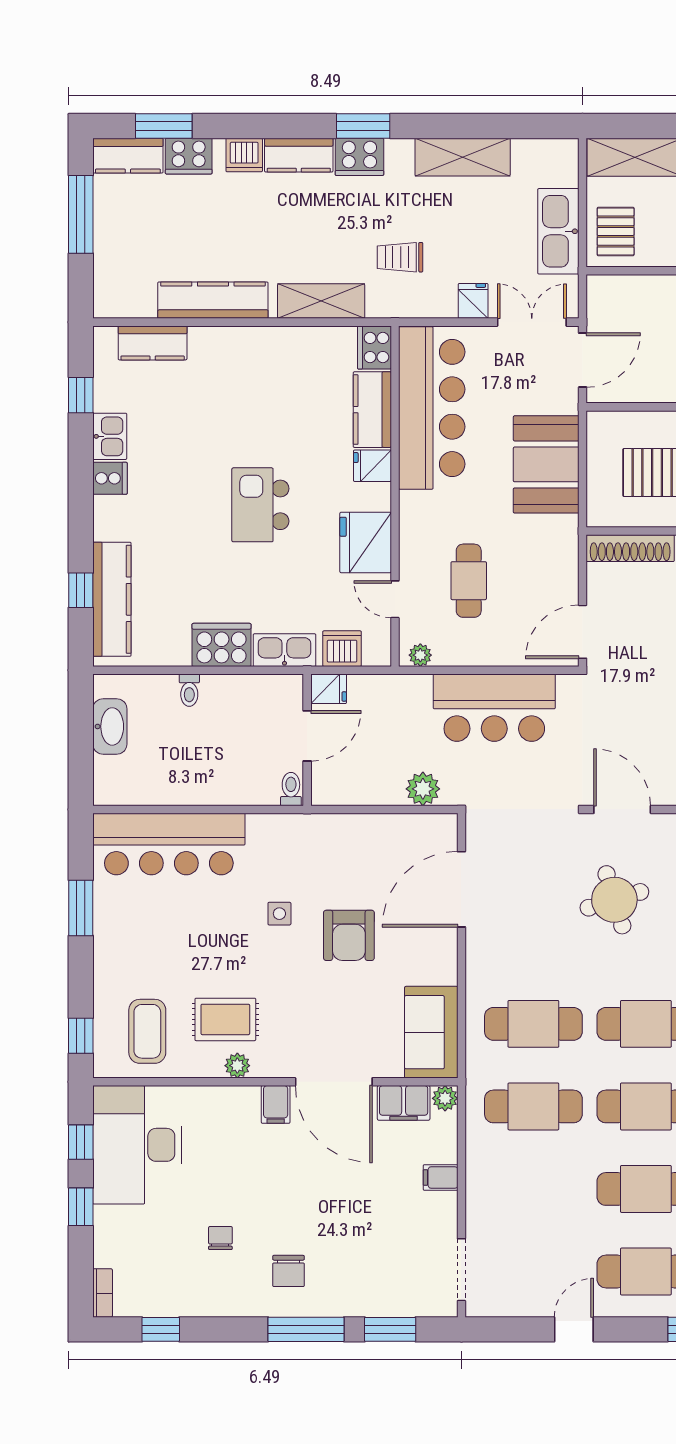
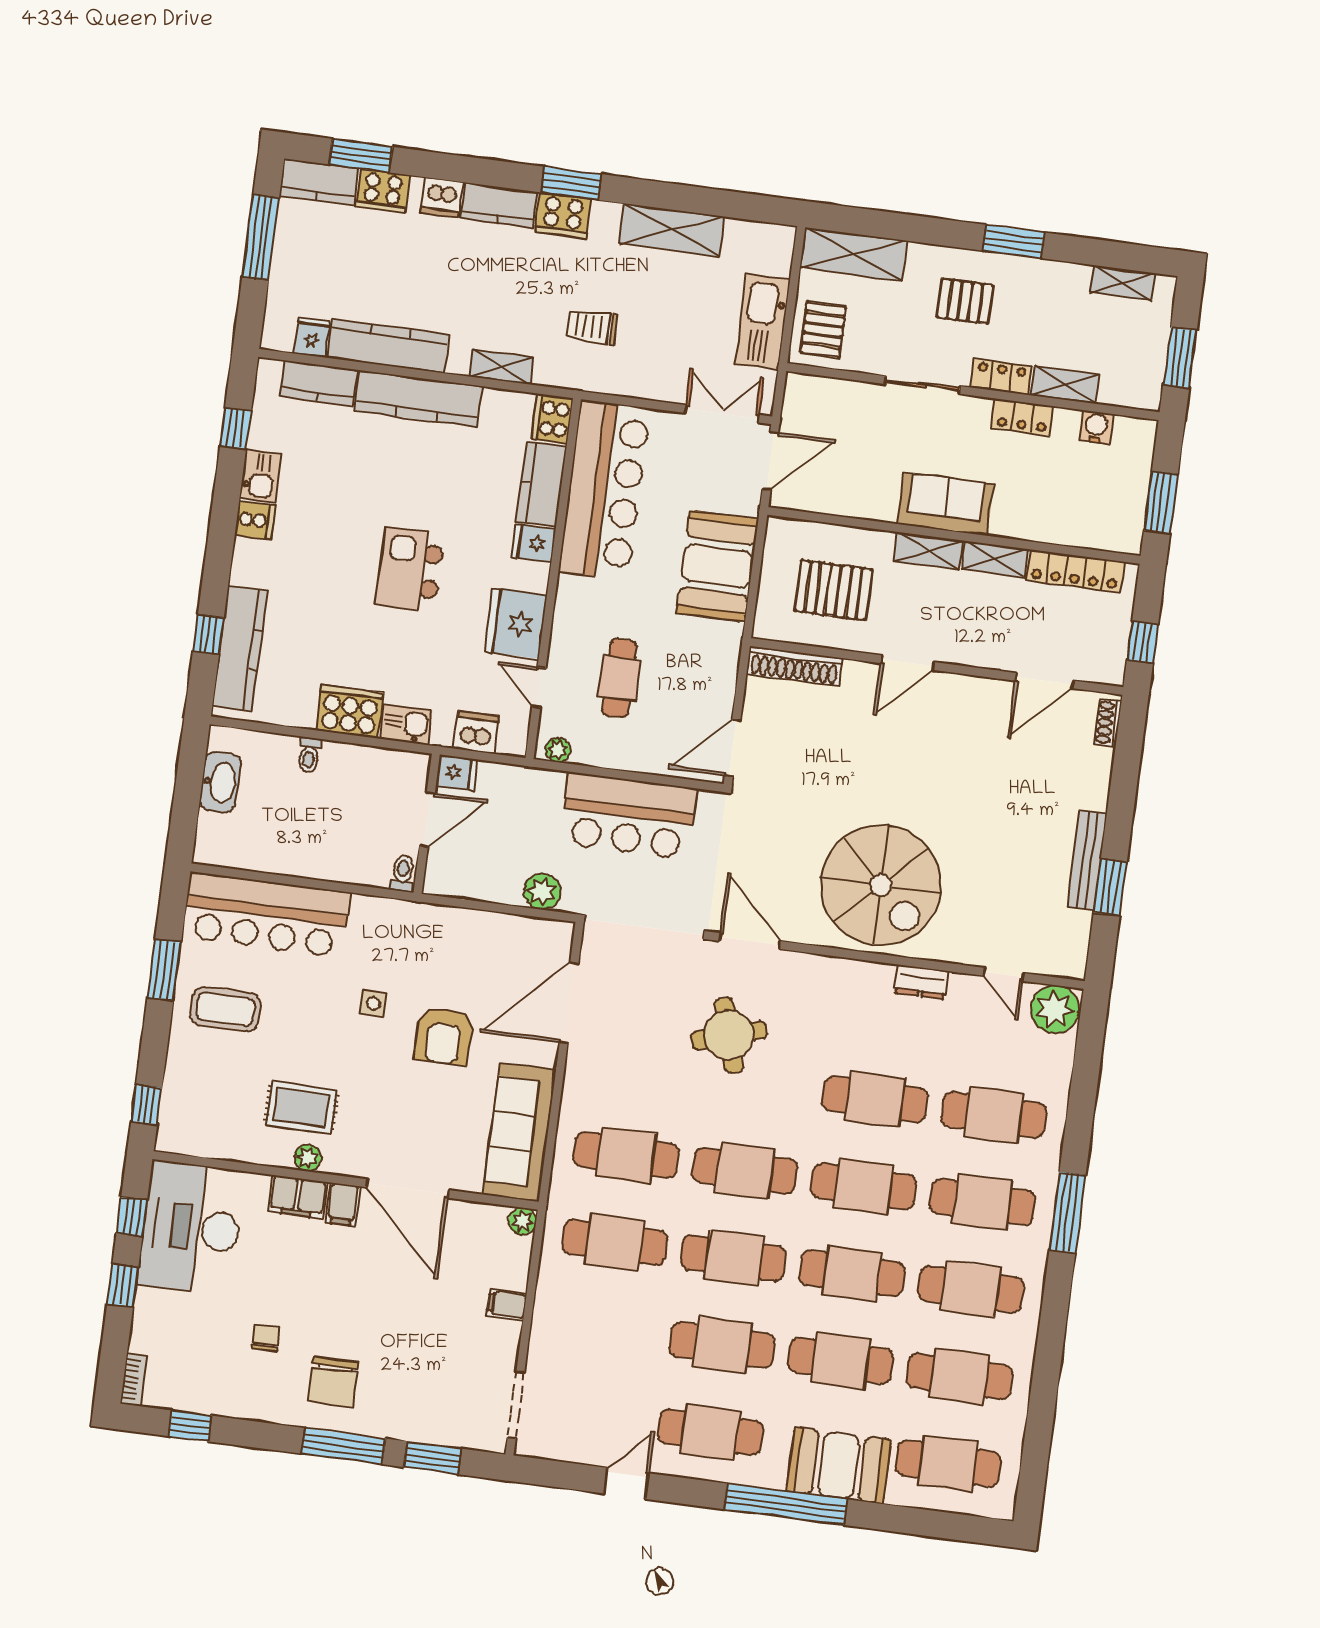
shelving: (321, 301) -> (502, 367), width x0.67, depth x0.75
fridge: (473, 301) -> (312, 337), moved
kitchen counter: (247, 345) -> (418, 399), added
kitchen sink: (284, 650) -> (406, 725), width x0.73
coffee table: (147, 1031) -> (225, 1009), moved, turned 90
sofa: (431, 1032) -> (519, 1132), width x1.36
filing cabinet: (404, 1103) -> (298, 1197), moved
chair: (288, 1271) -> (333, 1382), width x1.37, depth x1.37

